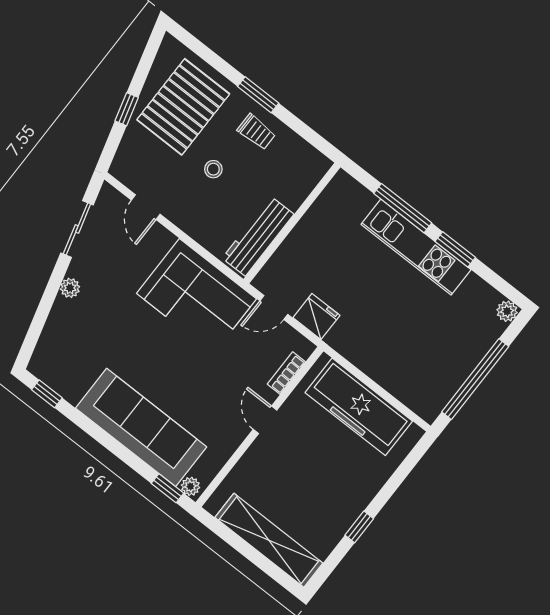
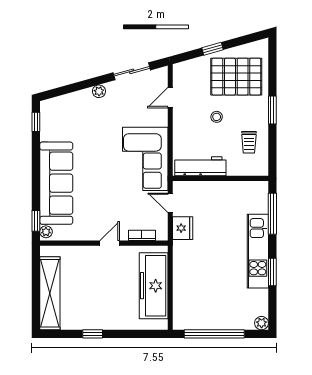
trolley: (256, 132) -> (249, 142), moved
window: (403, 208) -> (272, 214), moved

